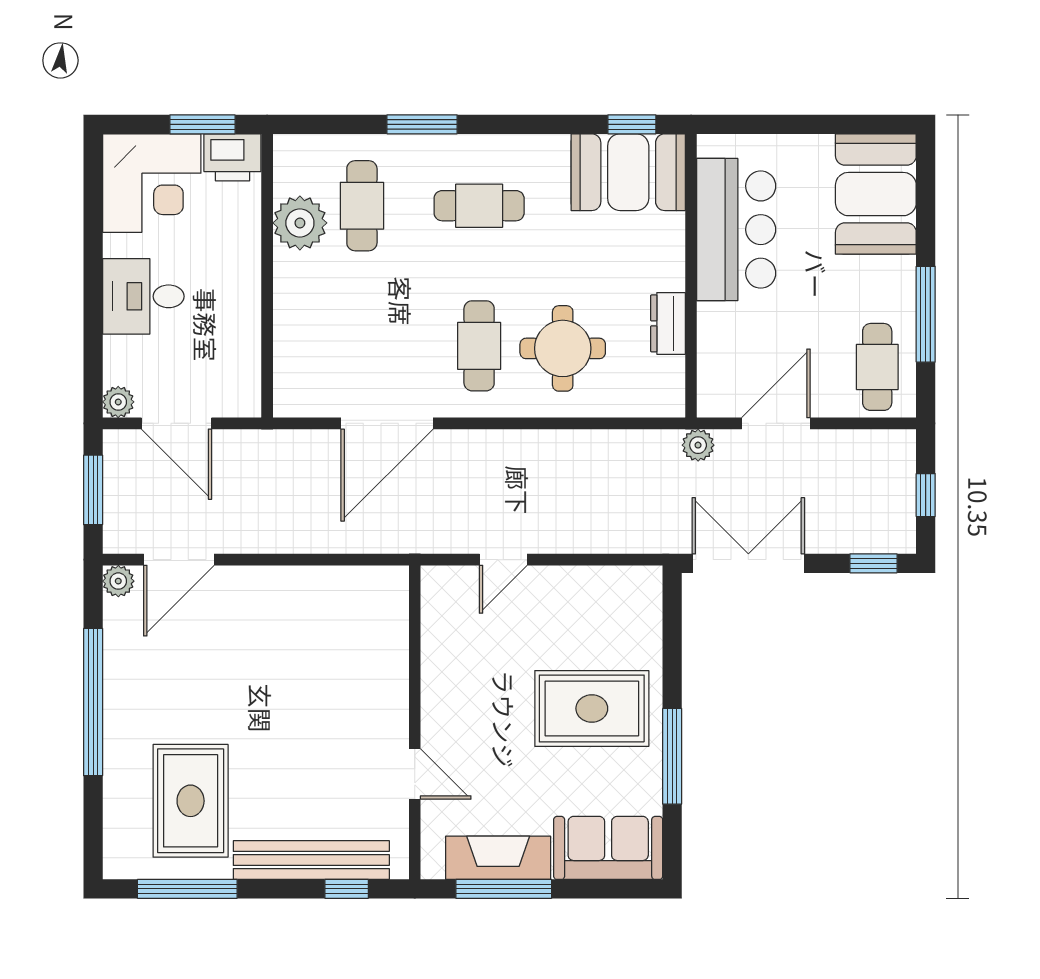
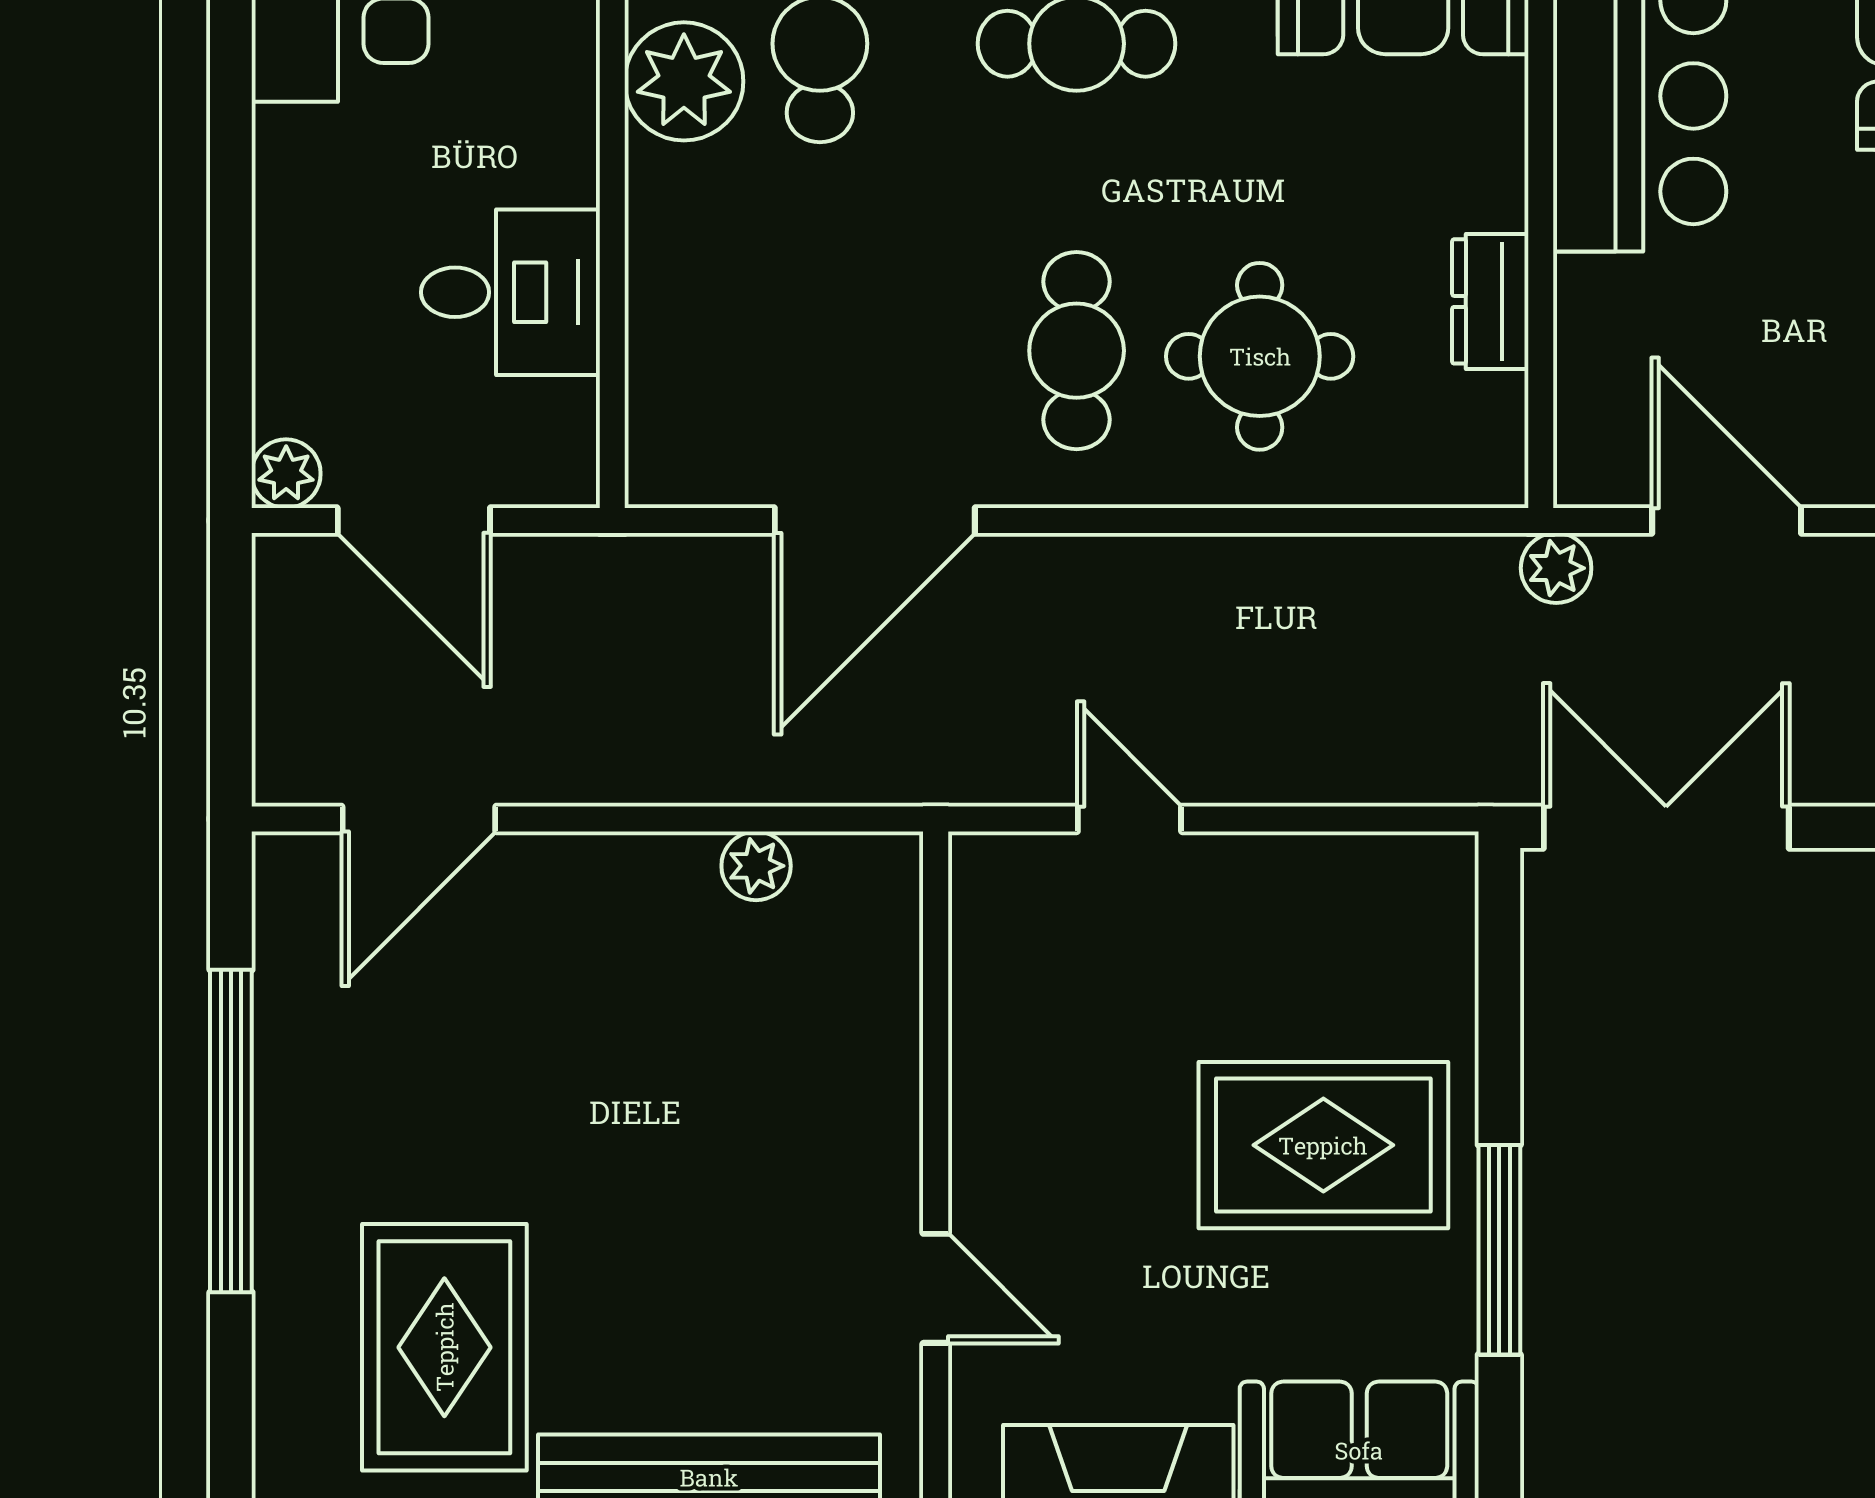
desk: (143, 296) -> (510, 292), moved, turned 180
door: (776, 423) -> (1727, 520), hinge flipped
window: (93, 490) -> (231, 666), removed
door: (503, 560) -> (1129, 819), swing flipped
plant: (118, 581) -> (756, 866), moved

